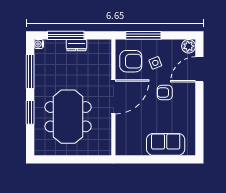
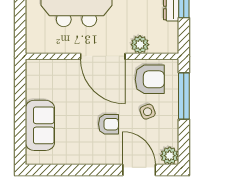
armchair: (131, 61) -> (150, 79), turned -90
plant: (105, 69) -> (140, 45), added
armchair: (165, 92) -> (108, 124), turned 90

